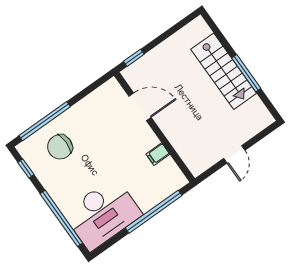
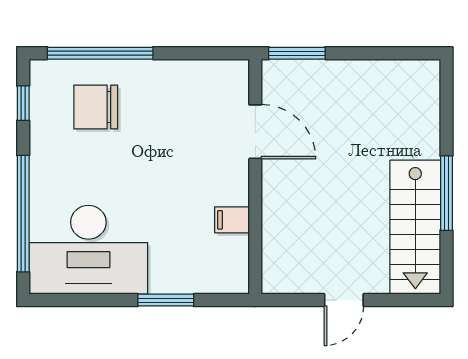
window: (134, 58) -> (297, 53), width x1.50
stairs: (224, 71) -> (415, 227), moved
window: (154, 212) -> (166, 300), width x0.47

